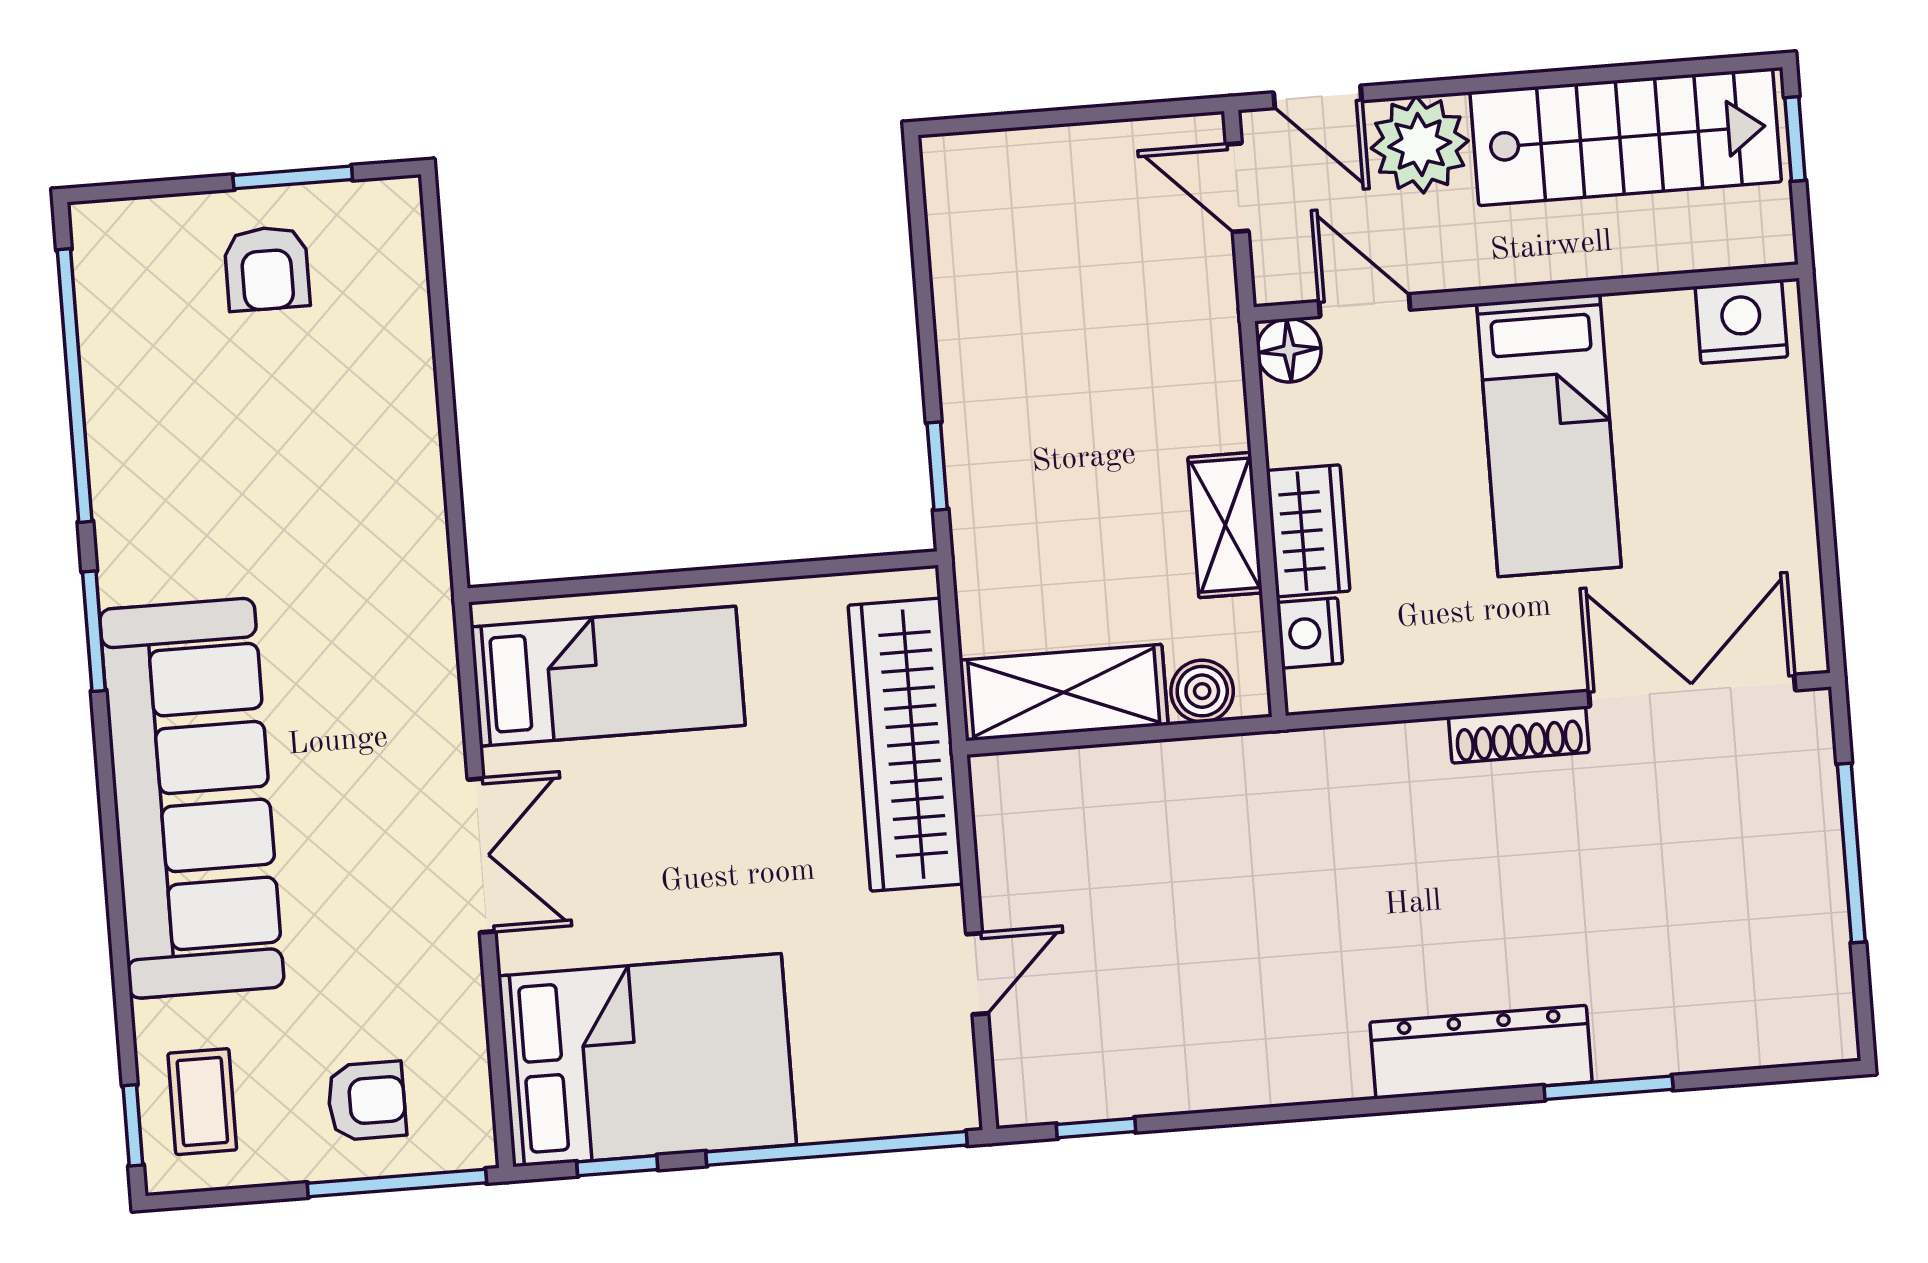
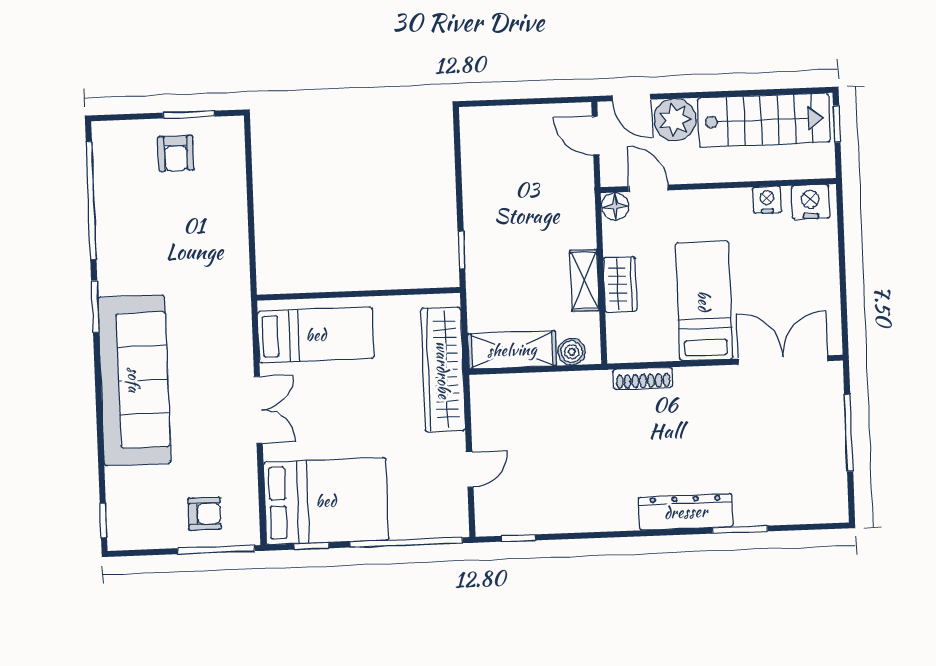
bed: (1549, 435) -> (704, 301), moved, turned 180
nightstand: (1310, 633) -> (767, 200), moved, turned 90
shoe rack: (1519, 735) -> (643, 378), moved
coffee table: (202, 1102) -> (134, 511), removed

